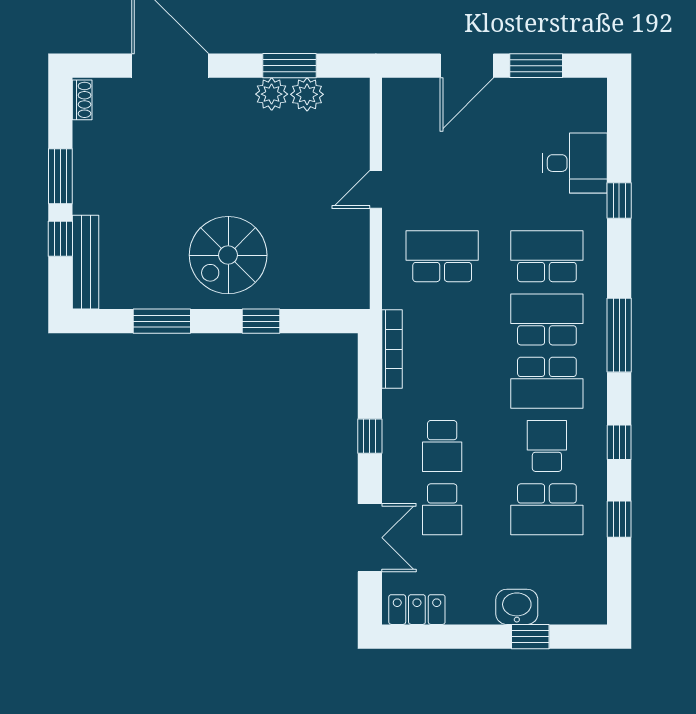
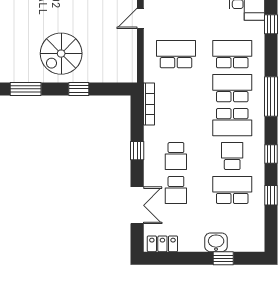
school desk: (547, 509) -> (232, 190), turned 180

